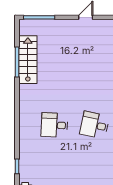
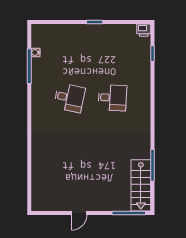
stairs: (28, 60) -> (141, 185), moved

